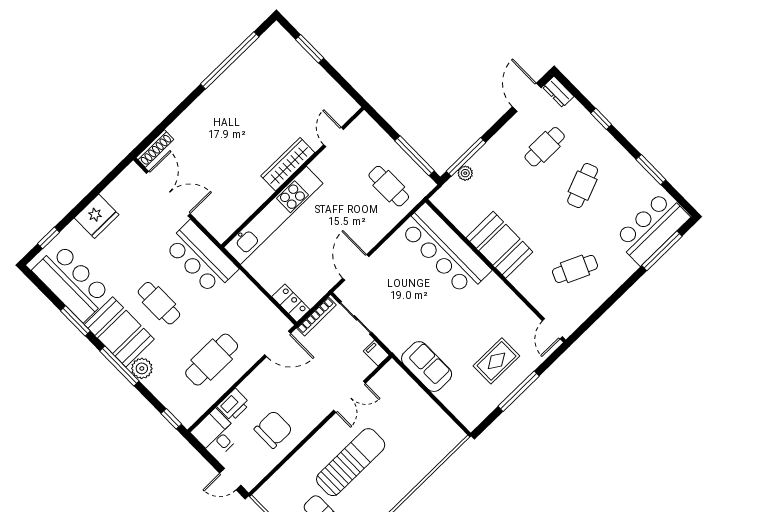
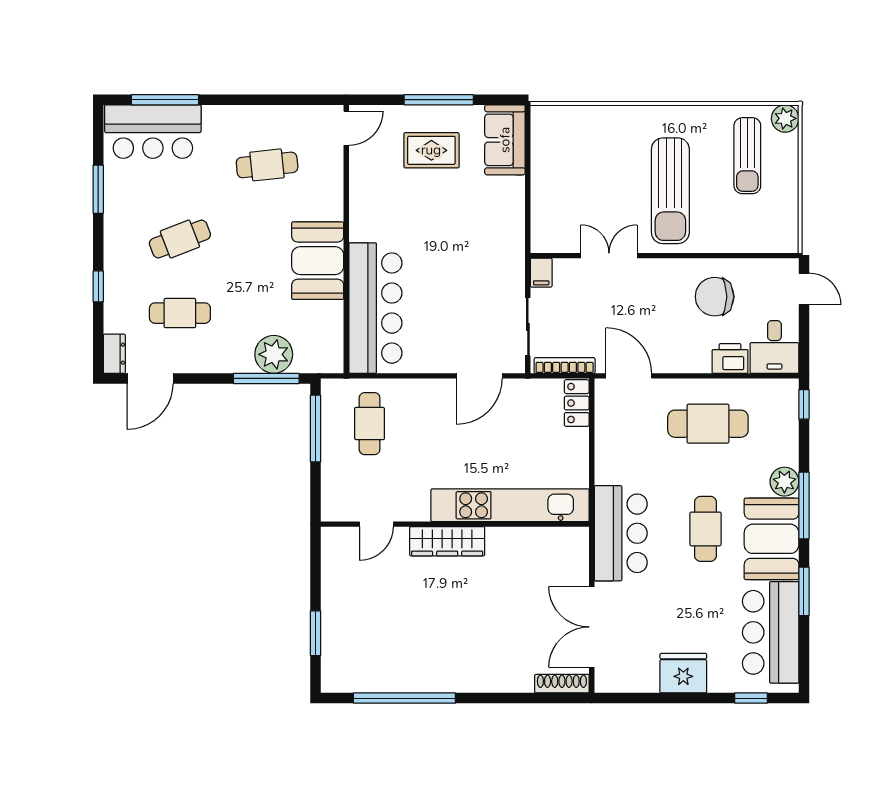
plant: (465, 173) -> (274, 354), width x1.87, depth x1.87
cafe table: (575, 269) -> (267, 165), turned -30
sofa: (427, 367) -> (505, 140), moved
sun lounger: (351, 462) -> (670, 191), turned -90

